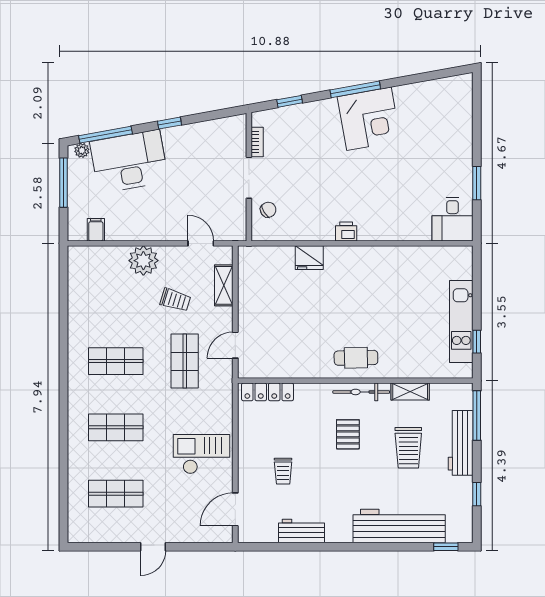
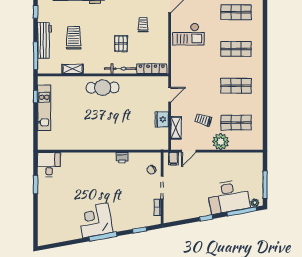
filing cabinet: (96, 230) -> (173, 159), moved
printer: (346, 231) -> (122, 158), moved
door: (201, 243) -> (189, 151), hinge flipped
fridge: (309, 258) -> (162, 119), moved, turned -90
cafe table: (356, 358) -> (103, 88), width x1.37, depth x1.35
shop shelf: (185, 361) -> (236, 123), moved, turned 90
bicycle: (361, 392) -> (120, 69), moved
pallet: (348, 434) -> (121, 44), moved

